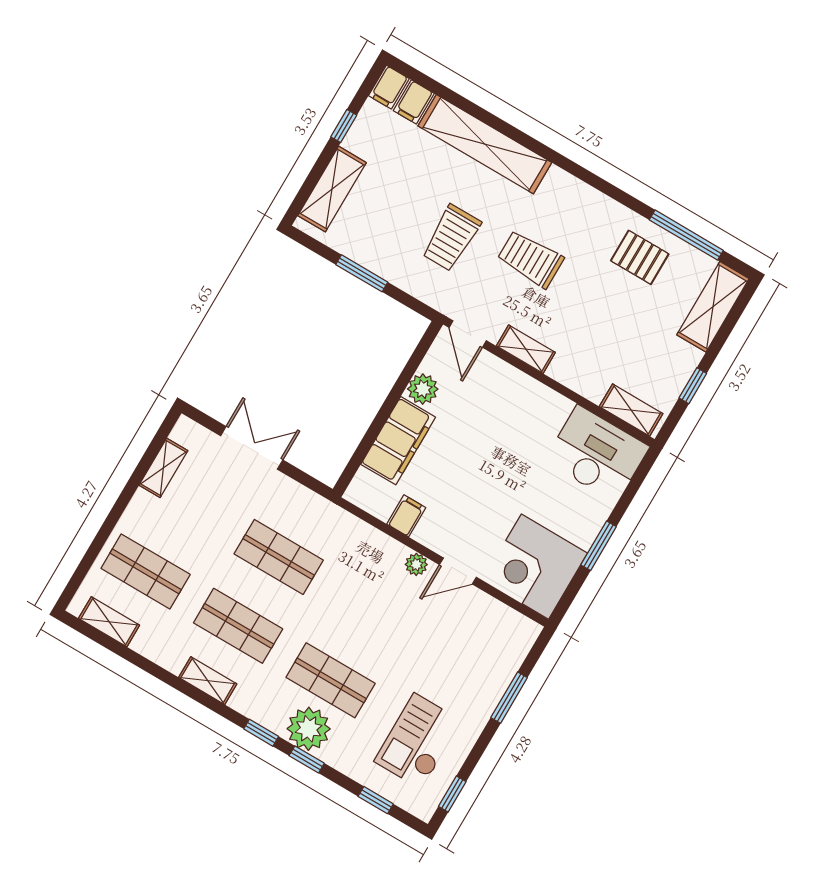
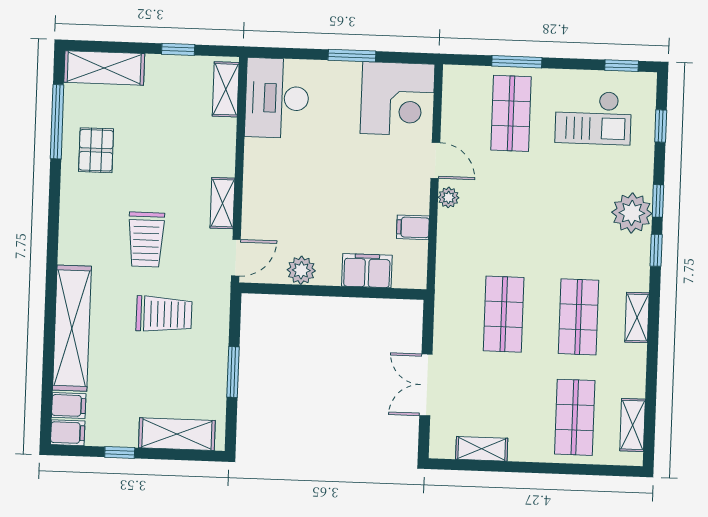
filing cabinet: (398, 441) -> (367, 271), width x0.67, depth x0.86
shop shelf: (331, 680) -> (511, 113), moved

